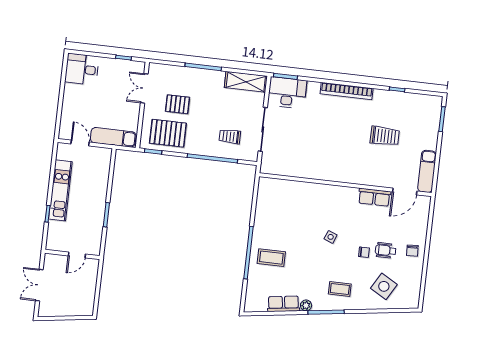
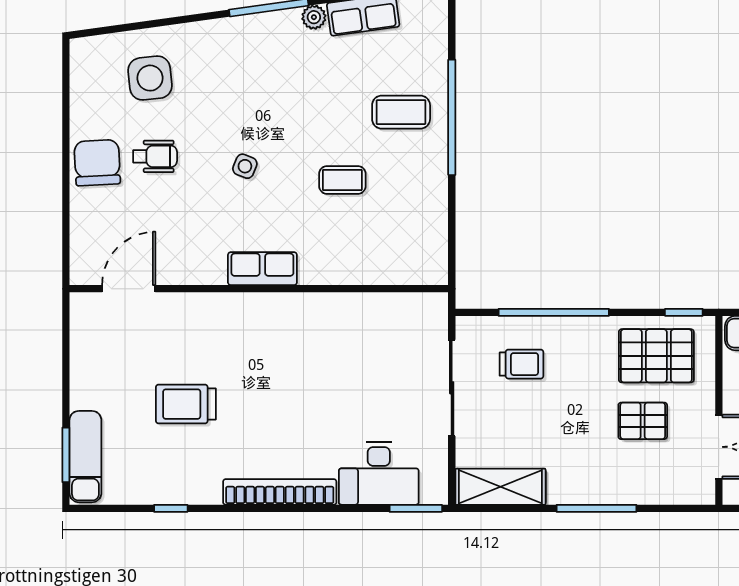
desk: (287, 93) -> (379, 473), moved
exam couch: (427, 171) -> (85, 457), moved
row of seats: (374, 197) -> (262, 269), moved
side table: (331, 237) -> (245, 166), moved
chair: (412, 251) -> (97, 163), width x1.87, depth x1.87
chair: (364, 252) -> (202, 147), removed
side table: (384, 286) -> (150, 78), turned -36
coffee table: (340, 289) -> (342, 180), moved

